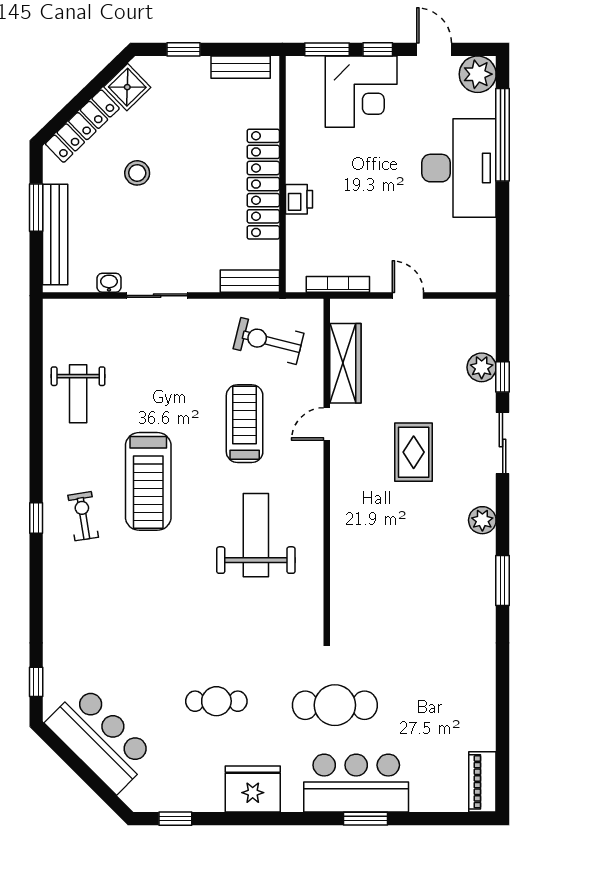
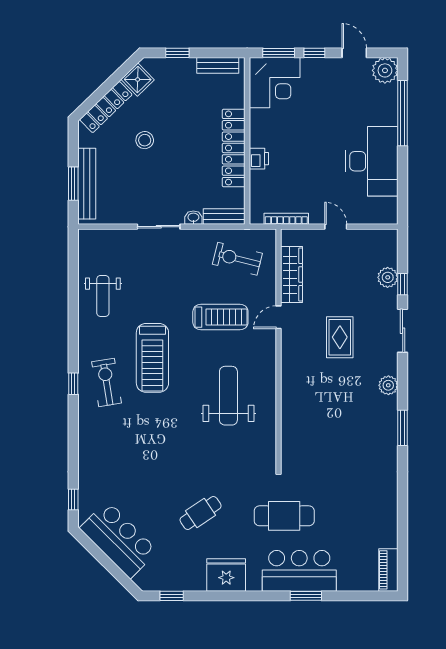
corner desk: (361, 92) -> (275, 83), moved
desk: (459, 168) -> (372, 161), moved
window: (36, 208) -> (73, 184), moved
washbasin: (109, 283) -> (193, 218), moved
treadmill: (245, 424) -> (220, 317), turned 90
exercise bike: (83, 516) -> (107, 382), width x1.38, depth x1.39
cafe table: (216, 701) -> (201, 513), turned -34

